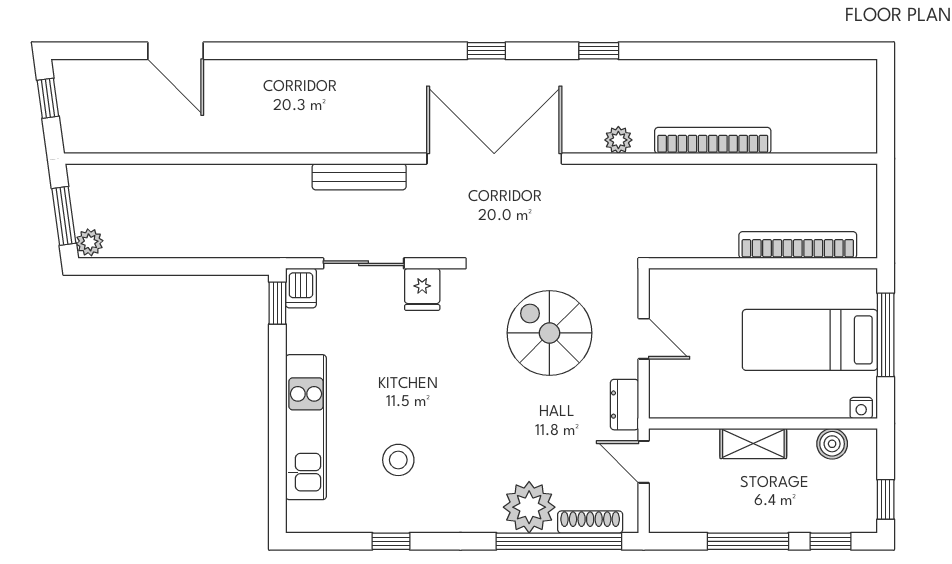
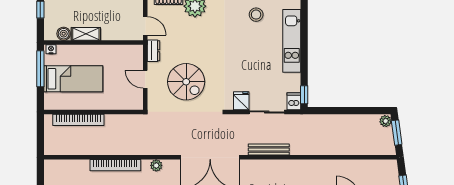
window: (886, 335) -> (40, 69), moved
shelving: (753, 443) -> (86, 34), moved
stool: (398, 460) -> (256, 15), moved

